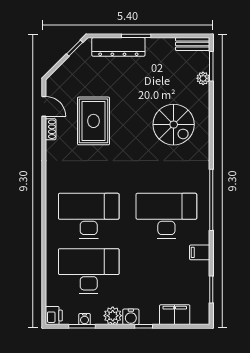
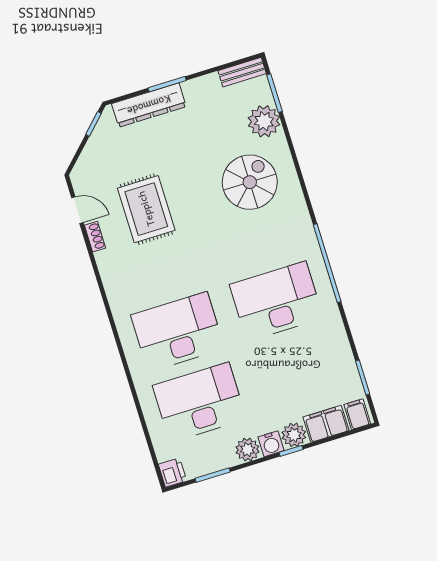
plant: (203, 78) -> (264, 121), width x1.88, depth x1.88
spiral stairs: (174, 125) -> (250, 182), turned -90
filing cabinet: (200, 252) -> (357, 414), moved, turned 90
plant: (149, 316) -> (294, 435), added
water cooler: (85, 319) -> (213, 465), removed

